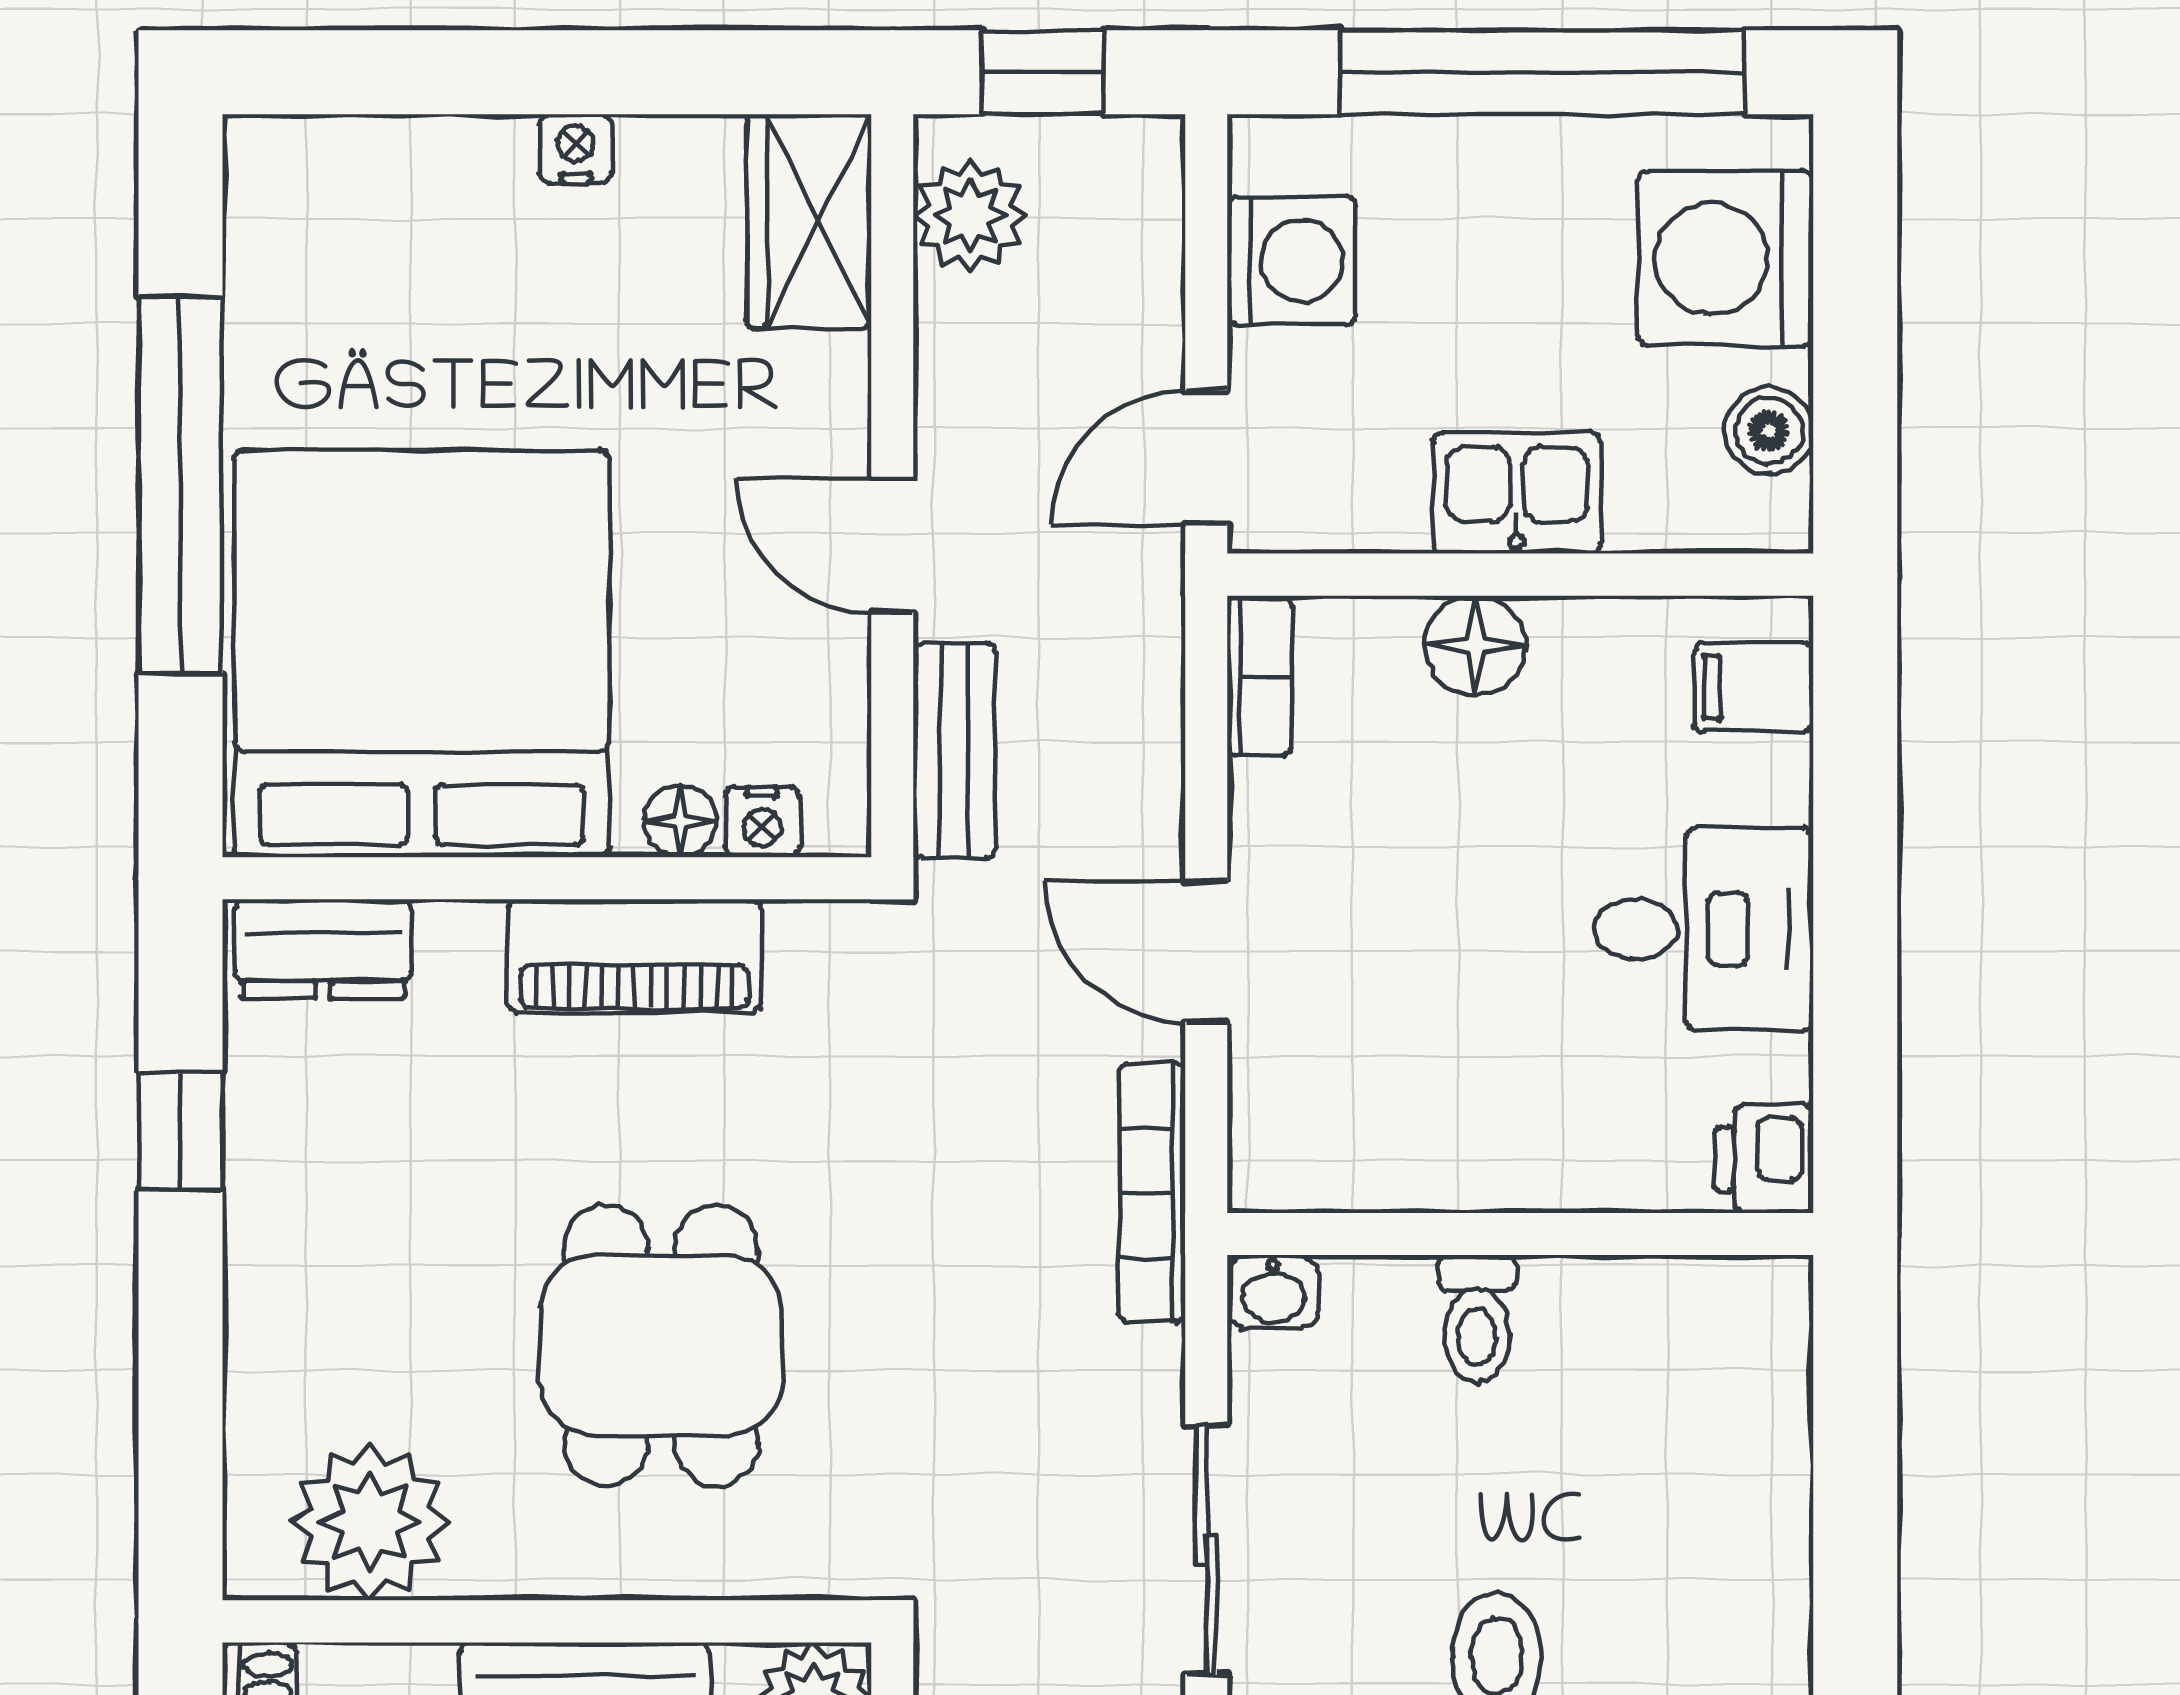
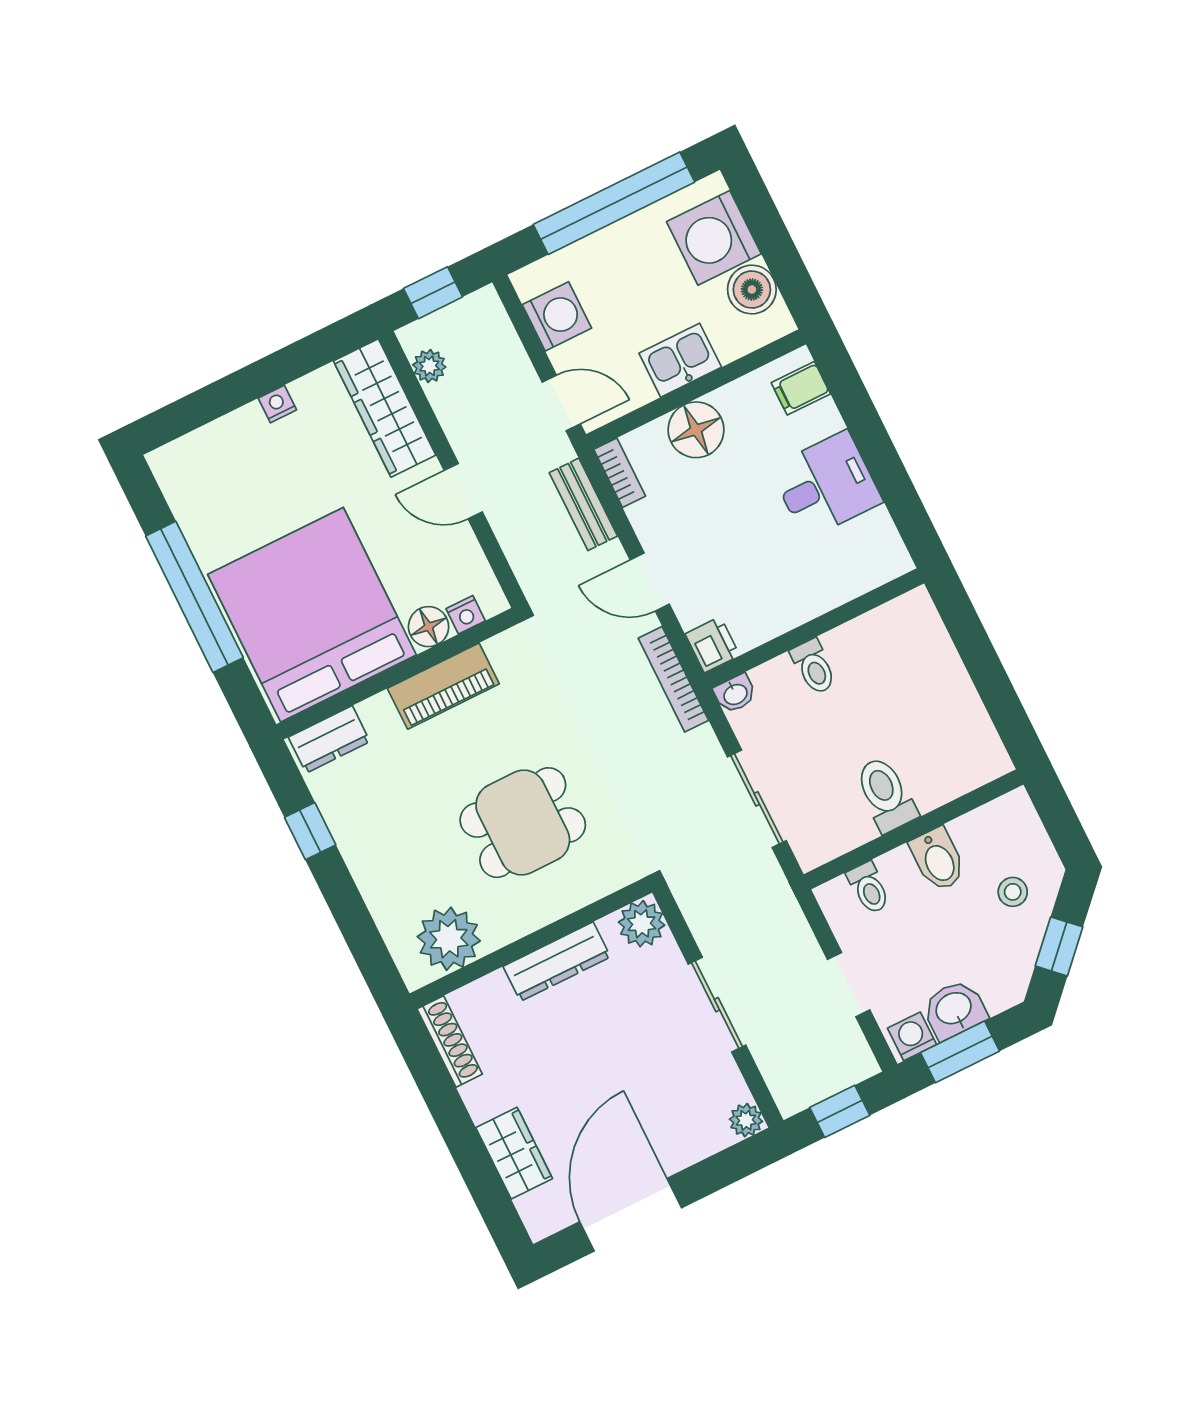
plant: (970, 215) -> (429, 366), width x0.73, depth x0.73
wardrobe: (809, 221) -> (385, 408), width x1.50
boiler: (1769, 431) -> (752, 290), width x1.36, depth x1.36
door: (1206, 457) -> (561, 403), swing flipped
floor lamp: (1476, 646) -> (696, 430), width x1.38, depth x1.38
bench: (954, 750) -> (583, 504), moved
floor lamp: (680, 821) -> (429, 627), width x1.37, depth x1.37
printer: (1764, 1159) -> (712, 645), moved, turned 180
dining table: (661, 1345) -> (523, 823), turned 90

